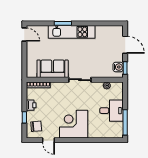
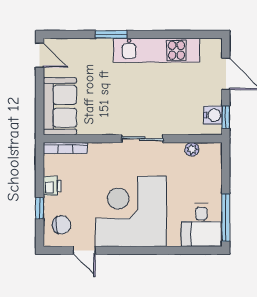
kitchen unit: (72, 32) -> (157, 50), moved
sofa: (53, 69) -> (60, 106), moved, turned 90
desk: (111, 111) -> (201, 225), moved, turned 90
corner desk: (74, 124) -> (131, 211), width x1.36, depth x1.36

